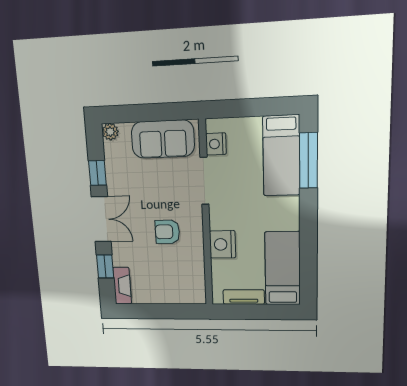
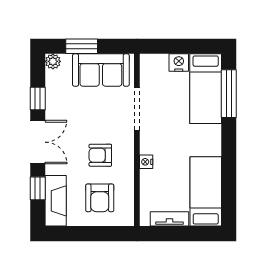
window: (140, 113) -> (82, 46), added
nightstand: (216, 144) -> (179, 63), moved, turned 90
nightstand: (223, 244) -> (146, 162), width x0.53, depth x0.56
armchair: (169, 276) -> (100, 198), added
fireplace: (122, 286) -> (56, 201), width x1.37, depth x1.32

